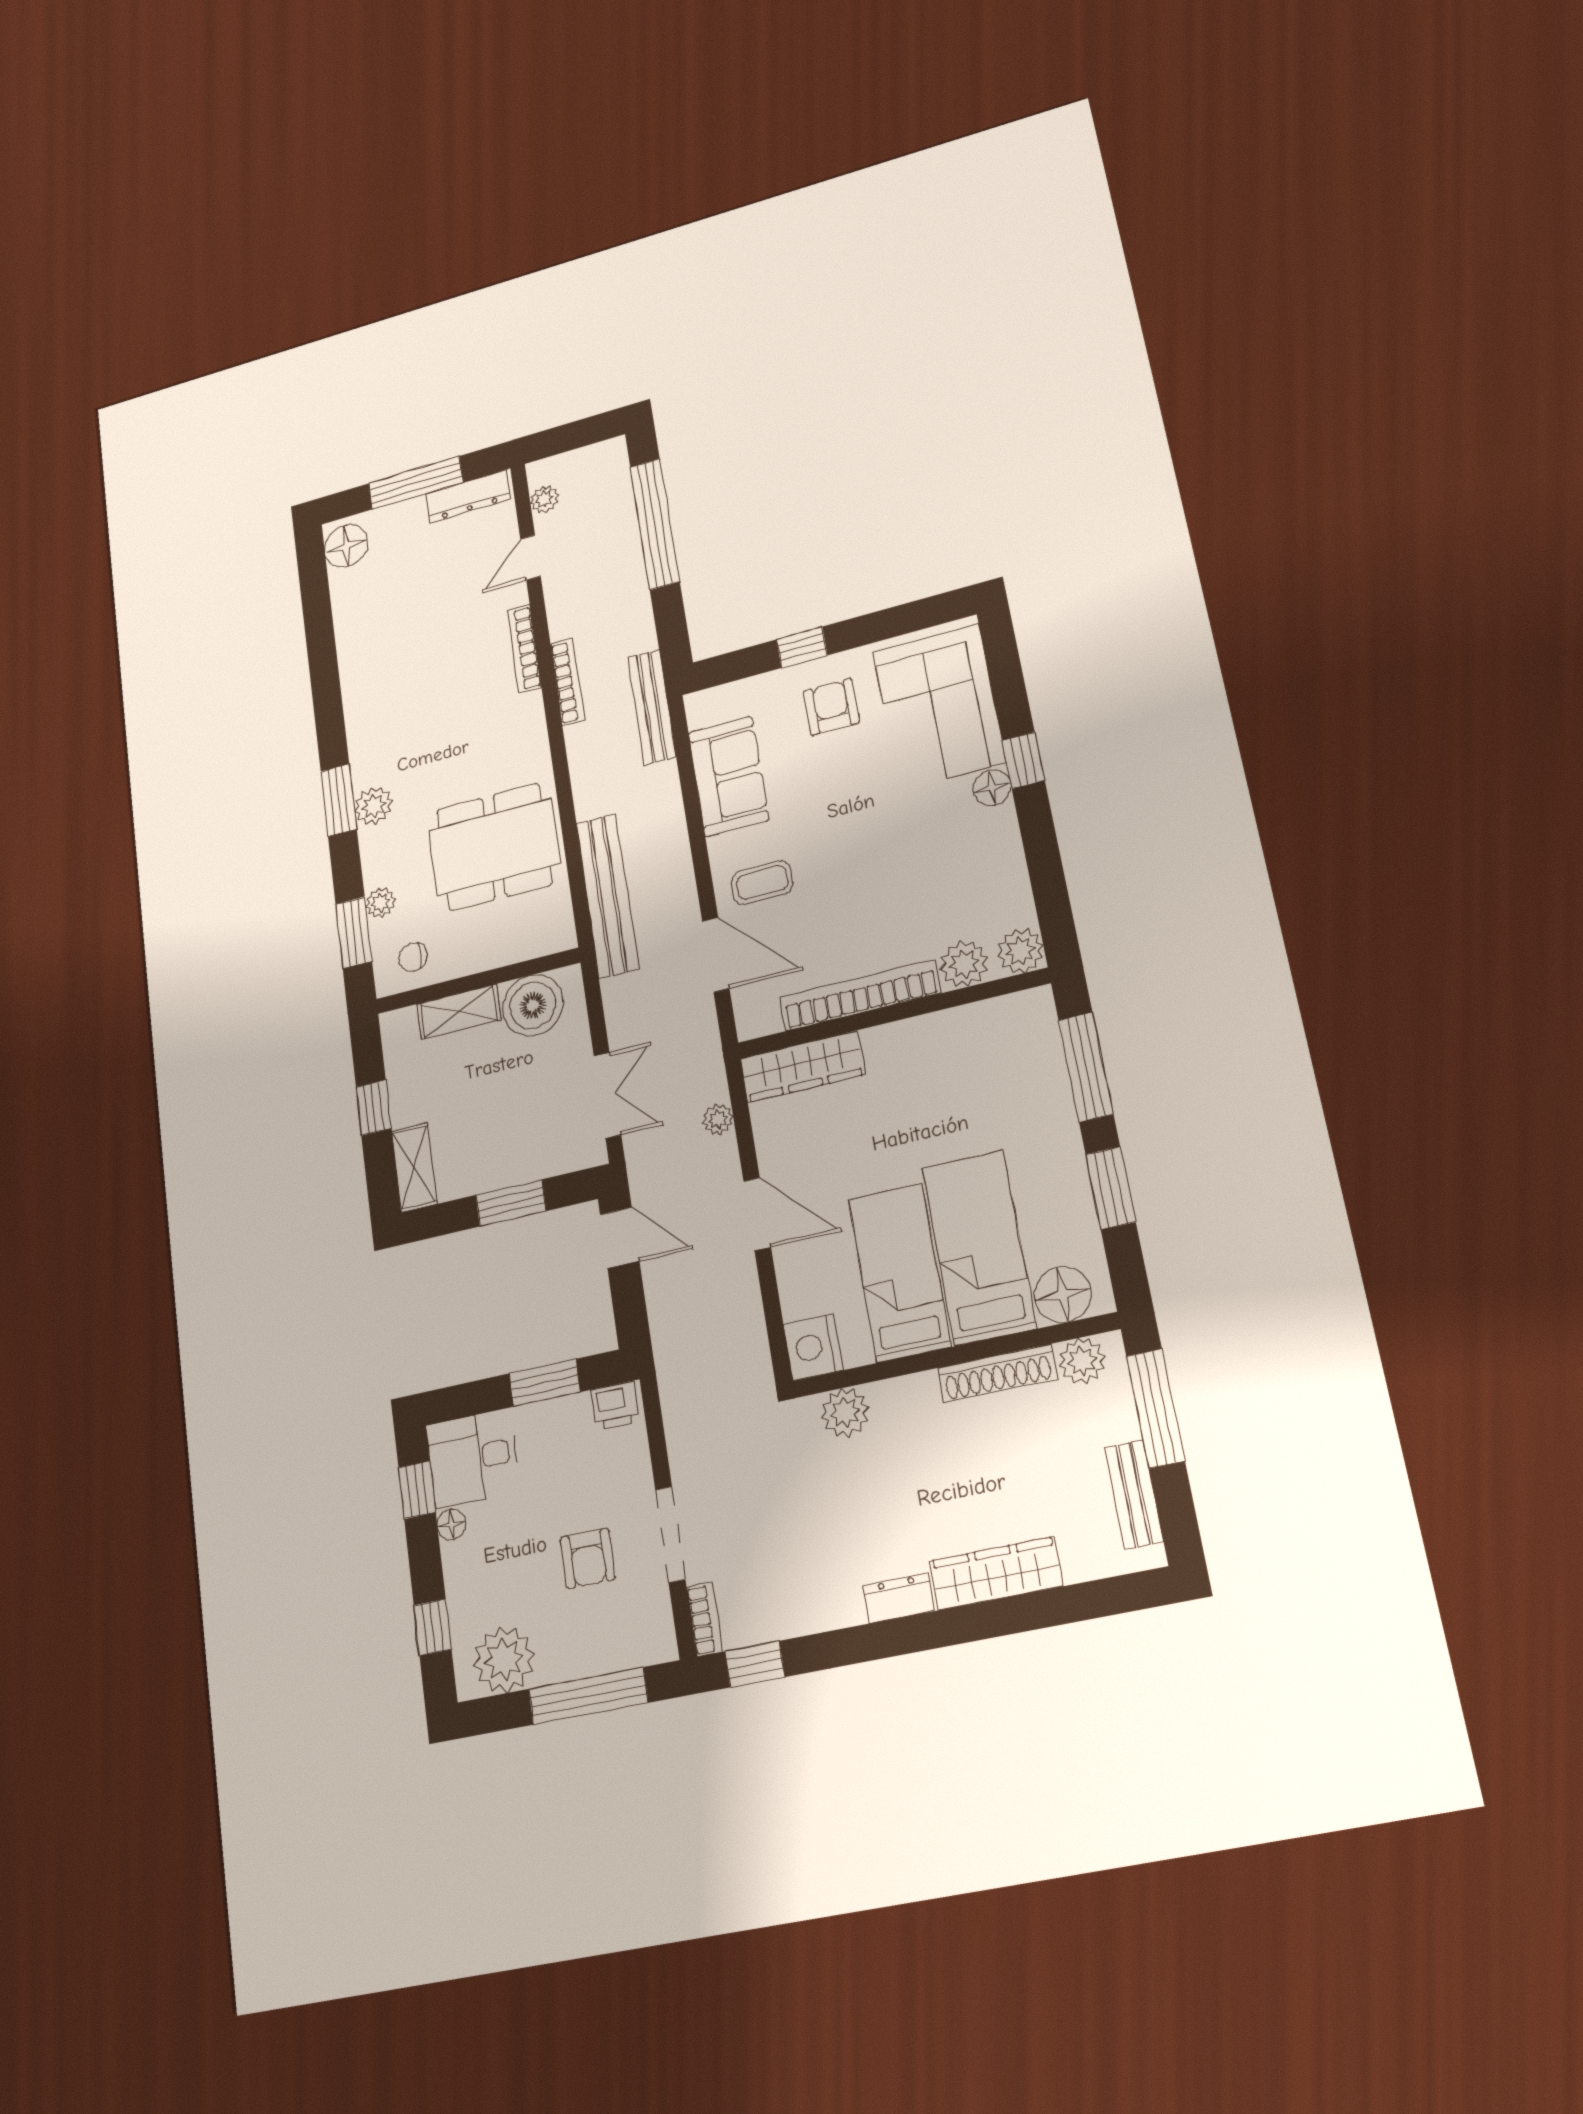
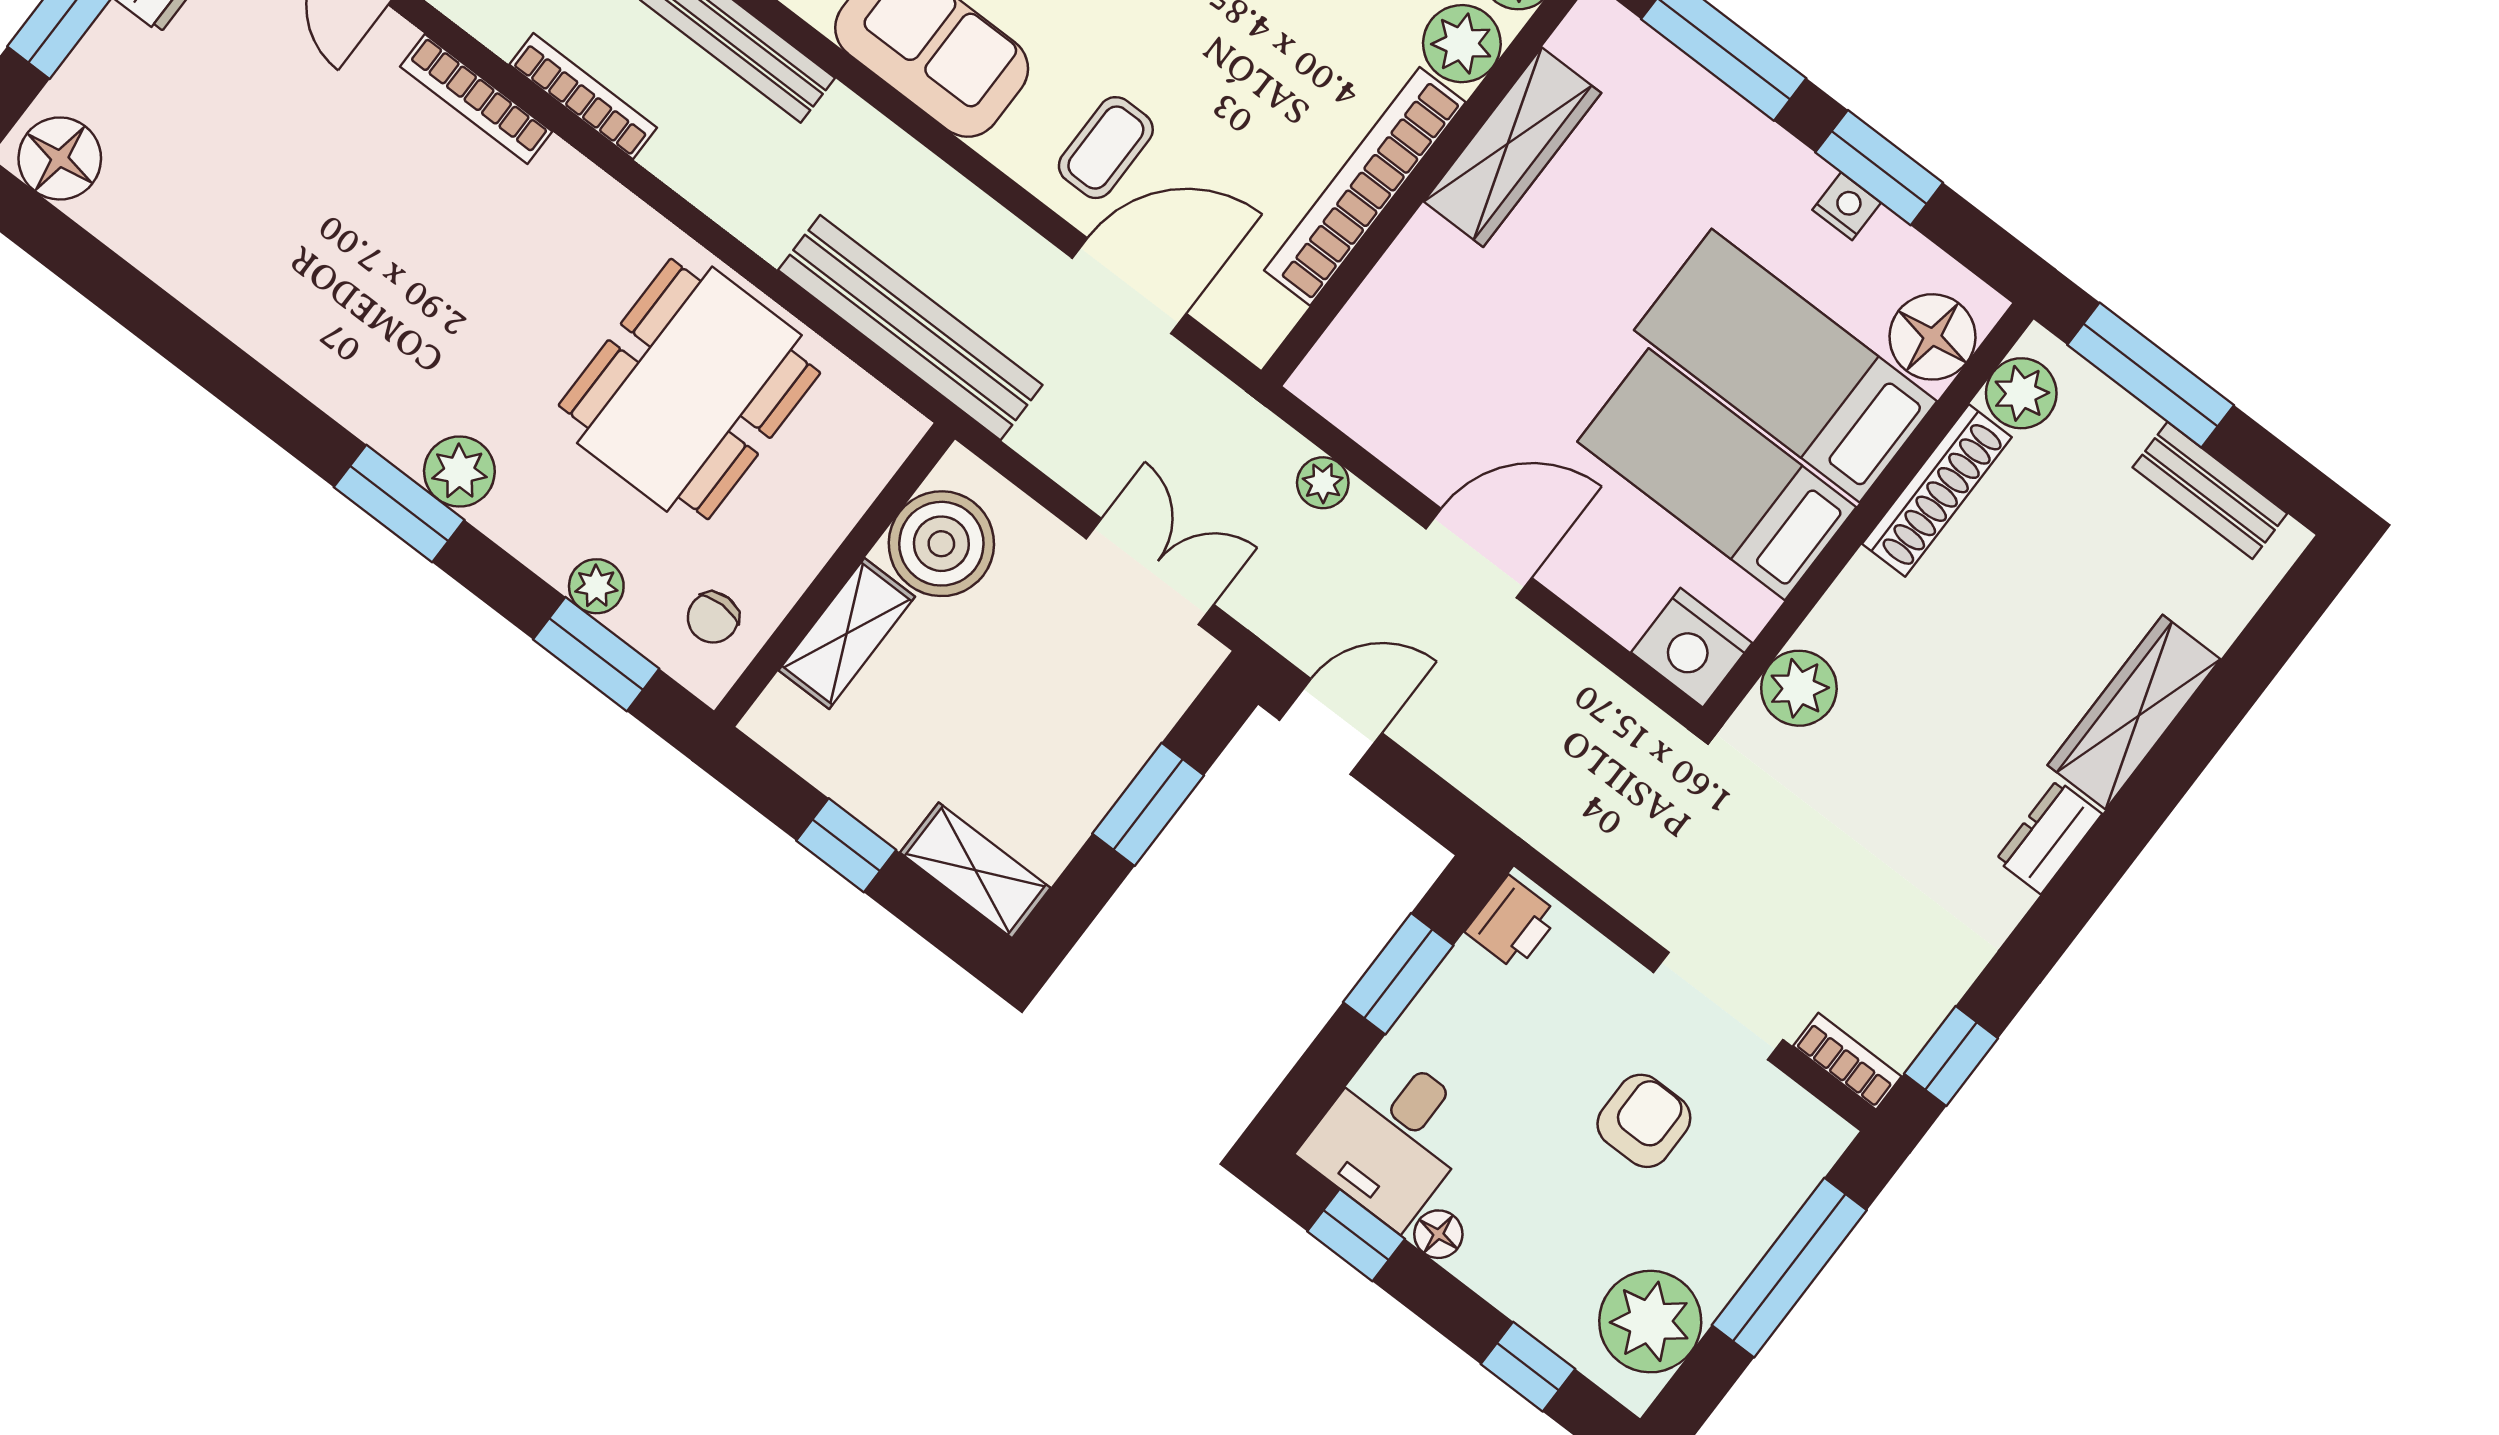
wardrobe: (802, 1067) -> (1512, 147), moved
nightstand: (1078, 1194) -> (1847, 206), added
armchair: (588, 1558) -> (1644, 1121), turned -90

